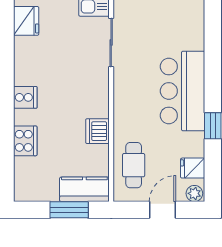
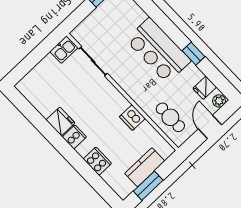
fridge: (26, 21) -> (61, 121), moved
kitchen counter: (84, 189) -> (145, 167), moved
window: (69, 210) -> (148, 186), moved

